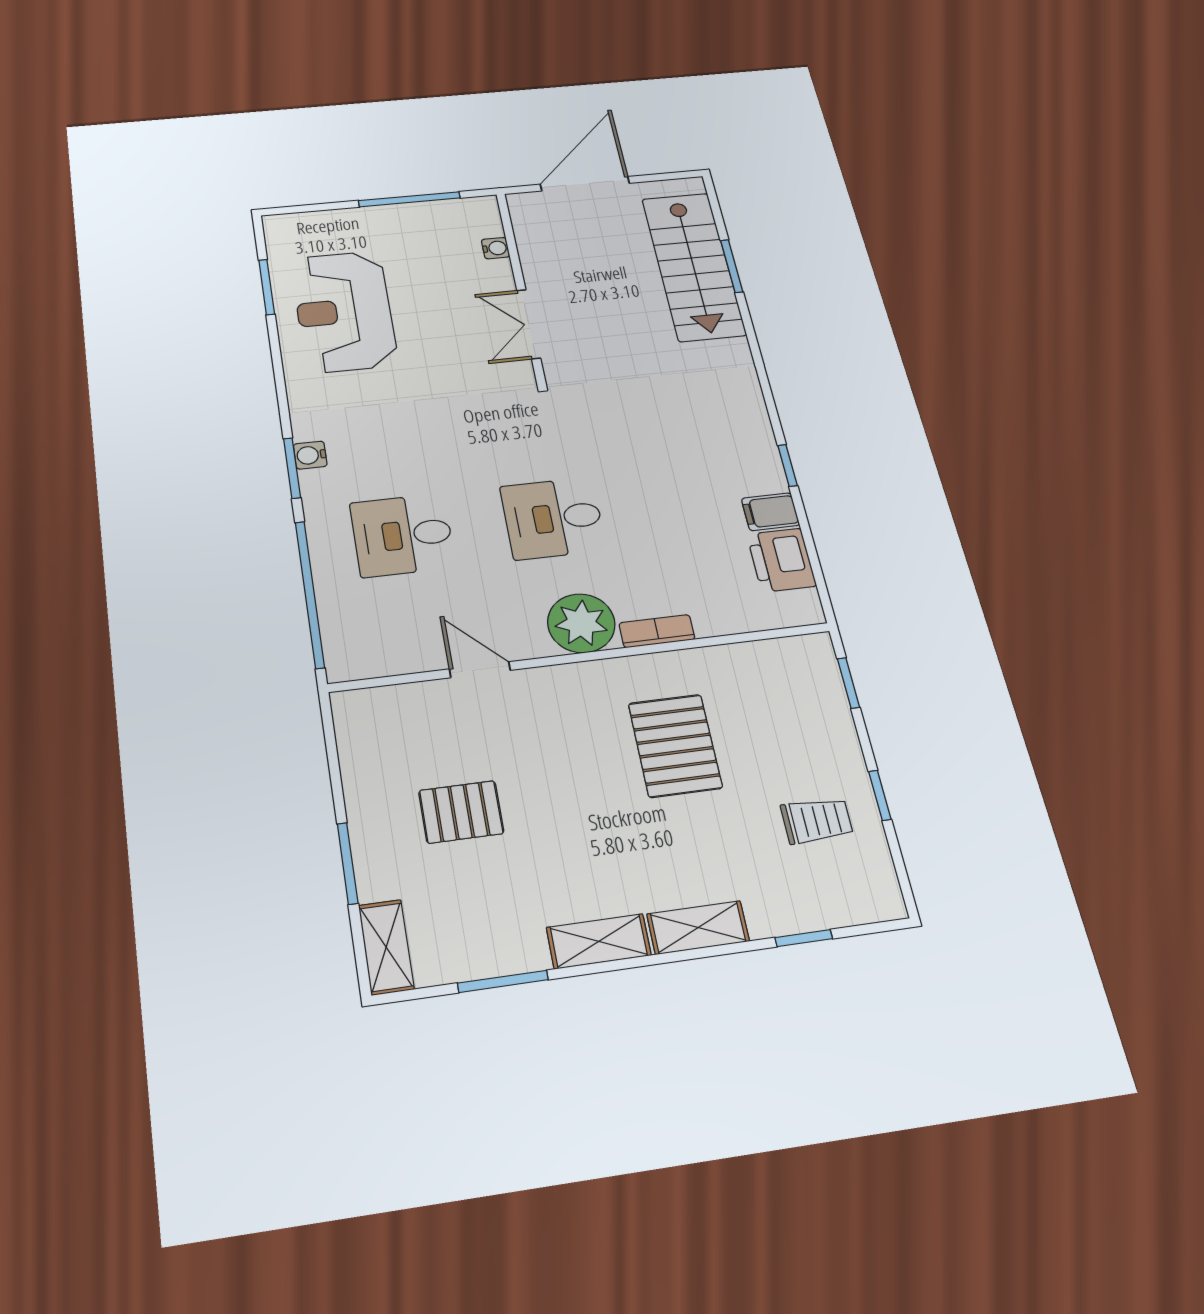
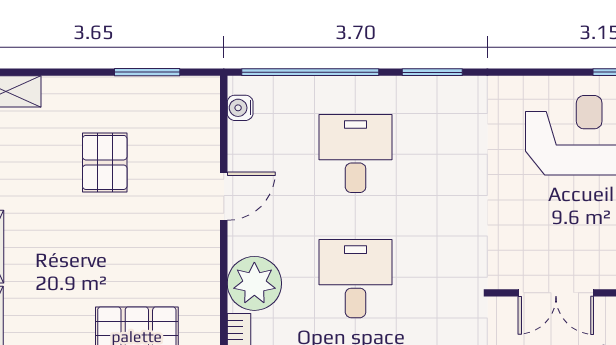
double door: (529, 324) -> (556, 293), swing flipped
water cooler: (310, 455) -> (240, 108), moved, turned -90
window: (348, 863) -> (147, 72), moved

